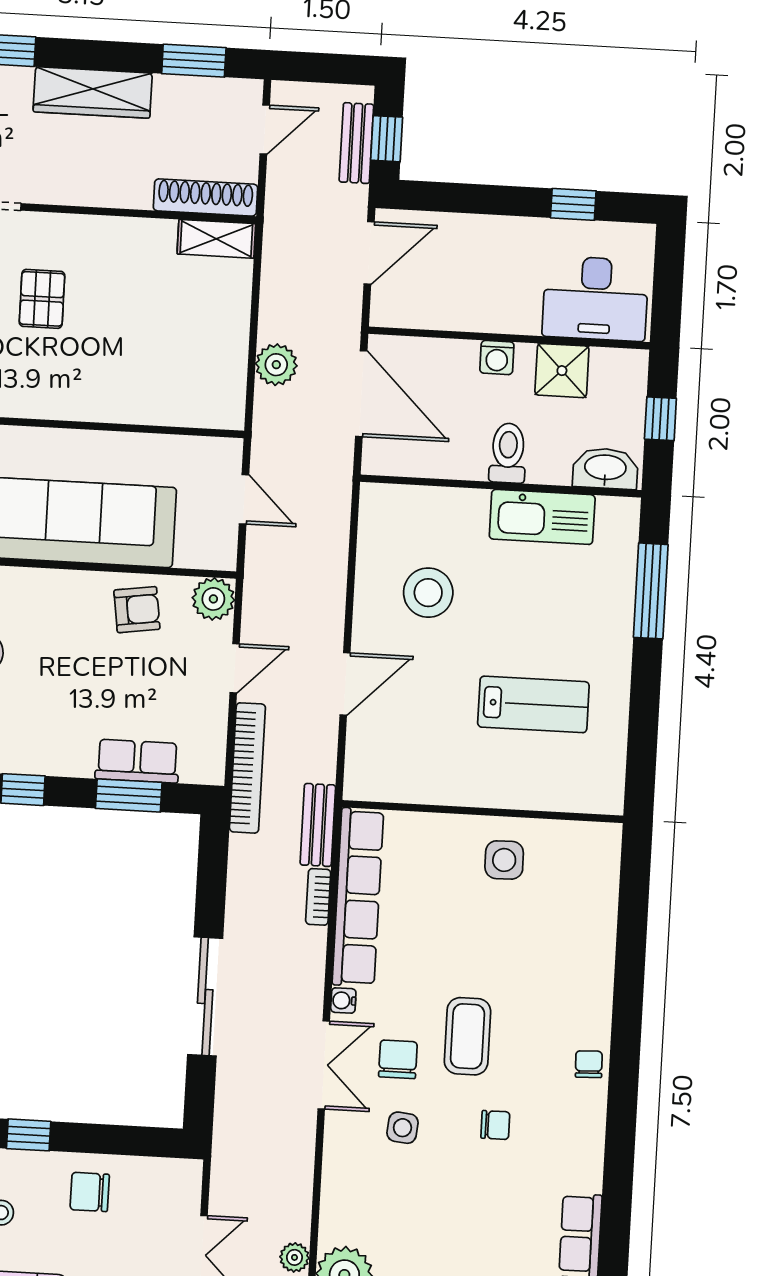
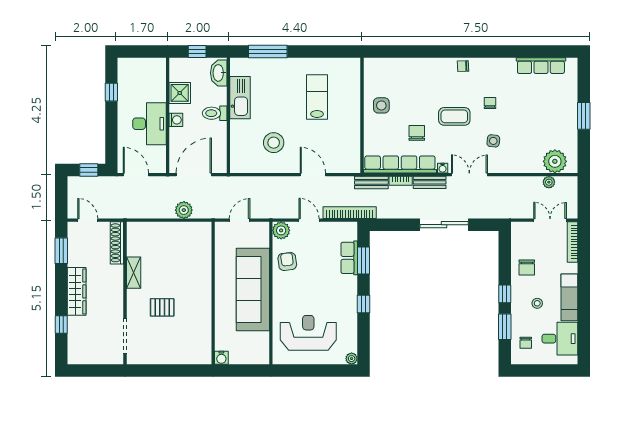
bench: (356, 143) -> (430, 182), moved
shelving: (216, 239) -> (134, 273), moved
desk: (595, 299) -> (149, 124), moved
chair: (398, 1059) -> (417, 133), moved, turned 90

